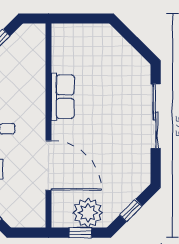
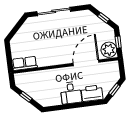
row of seats: (63, 97) -> (25, 63), moved
plant: (88, 213) -> (109, 50), moved

